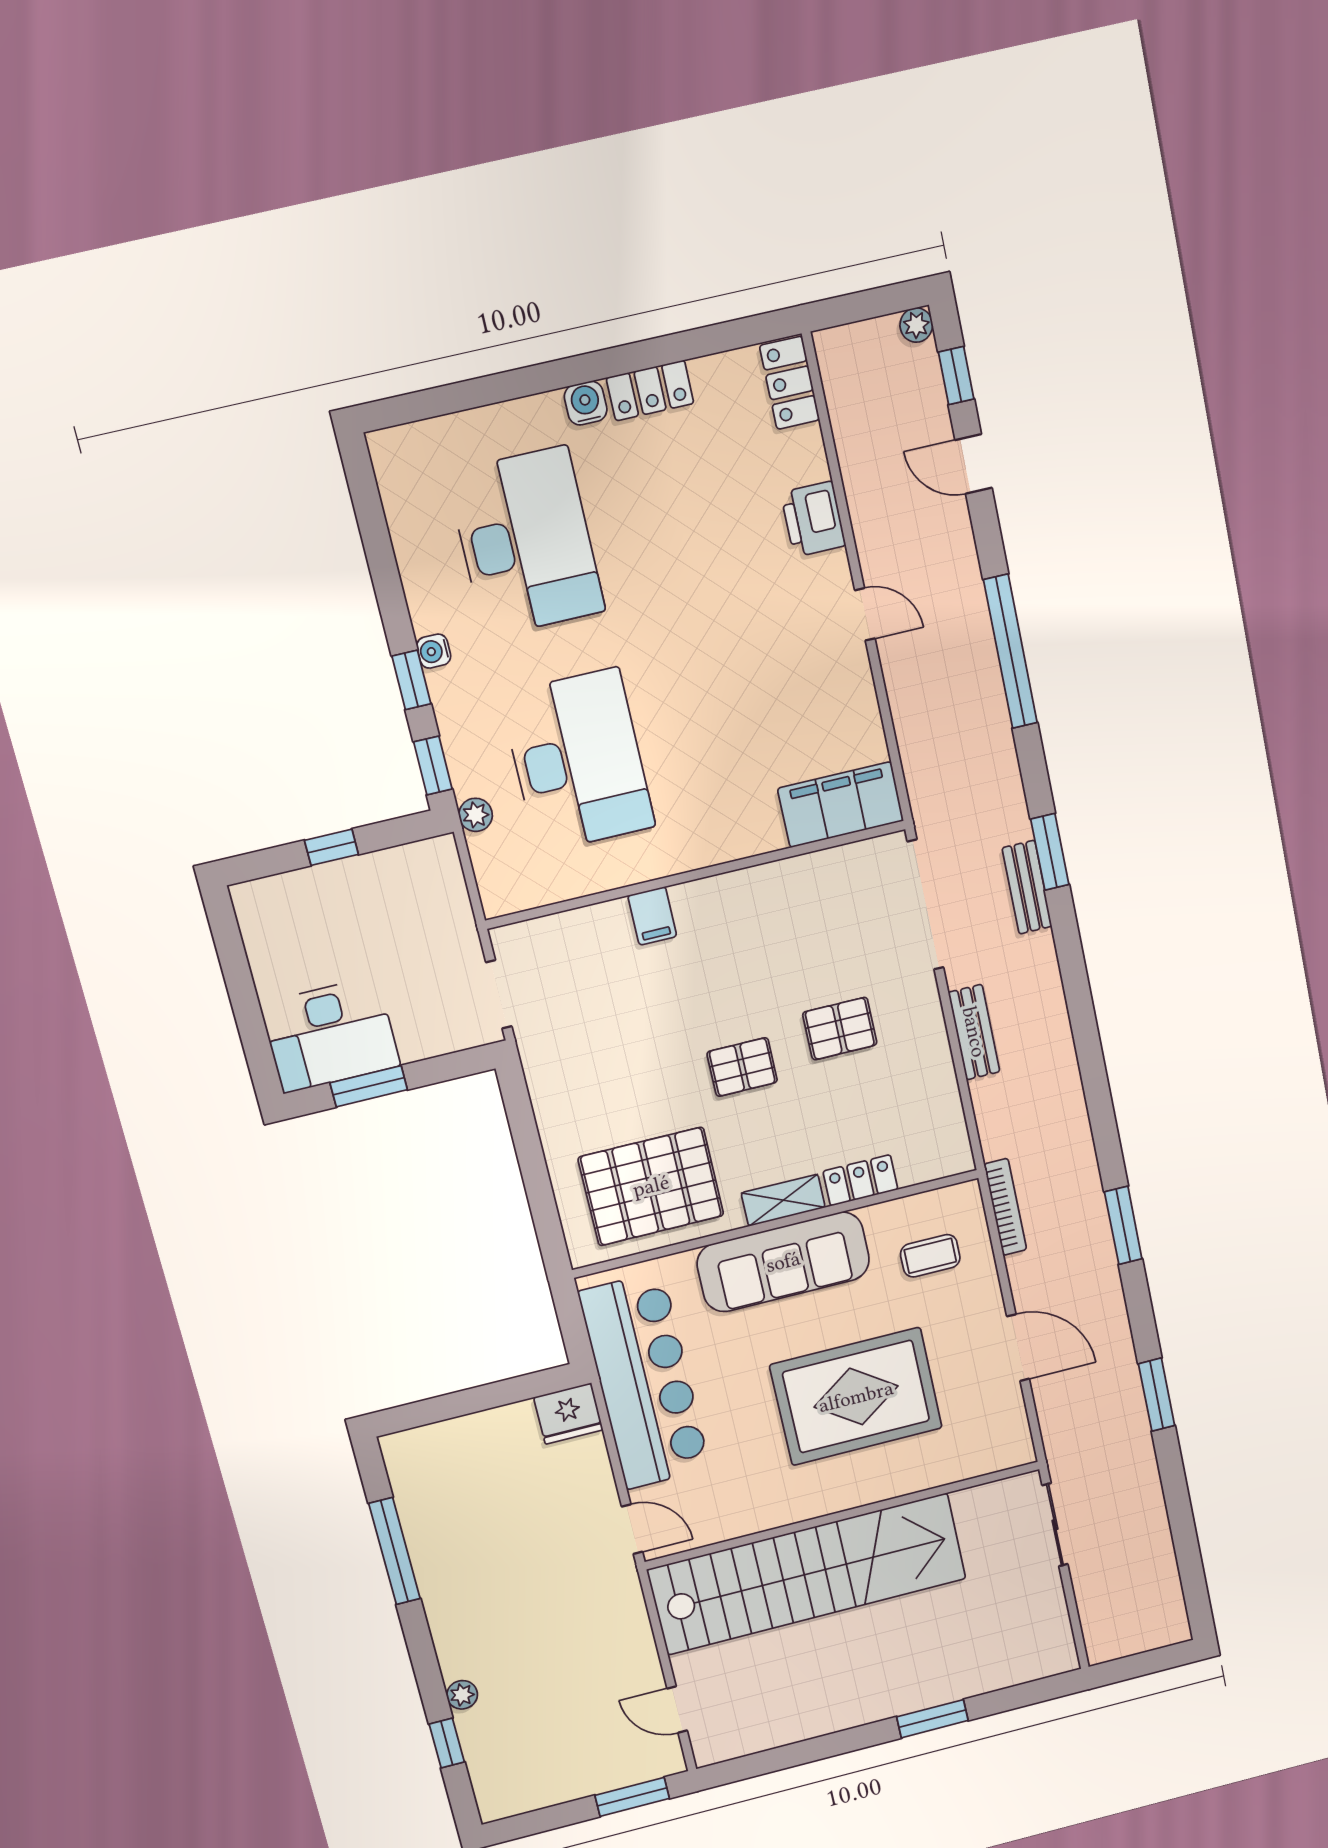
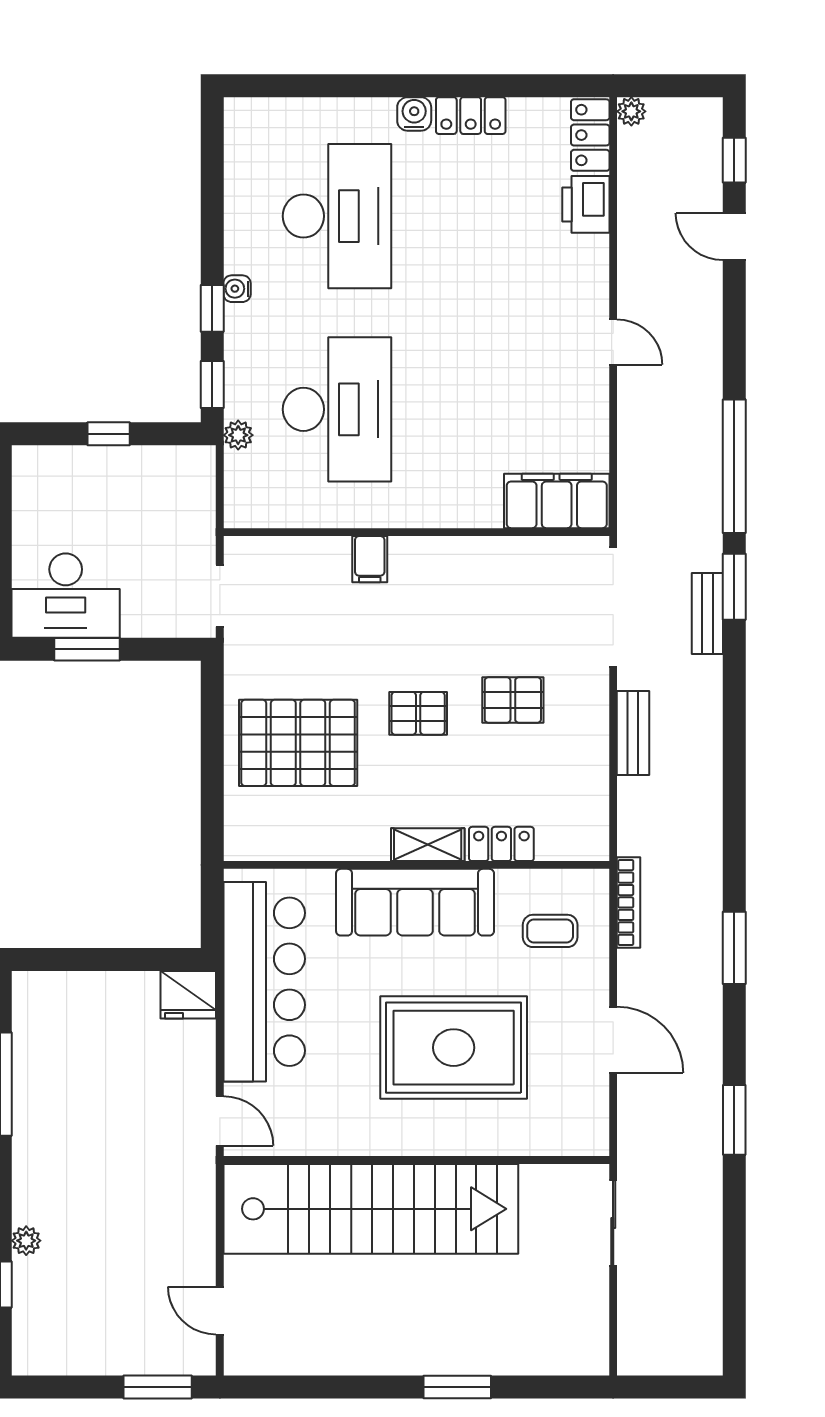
plant: (916, 325) -> (631, 111), moved
printer: (813, 519) -> (586, 204), moved
window: (1010, 652) -> (734, 466), moved
pallet: (651, 1186) -> (298, 743), moved

